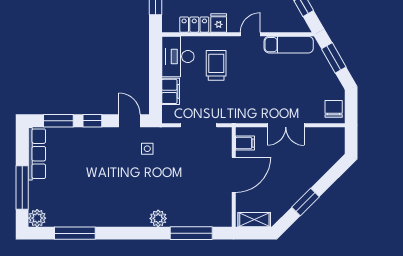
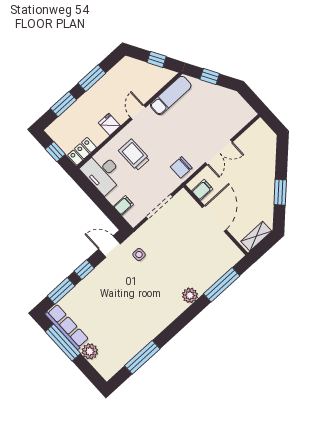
locker: (194, 25) -> (82, 151), moved
window: (334, 58) -> (210, 76), width x0.67
filing cabinet: (171, 91) -> (123, 205), width x0.50
chair: (334, 109) -> (181, 167), moved, turned -90
window: (22, 188) -> (63, 343), moved
plant: (37, 218) -> (90, 351), moved

